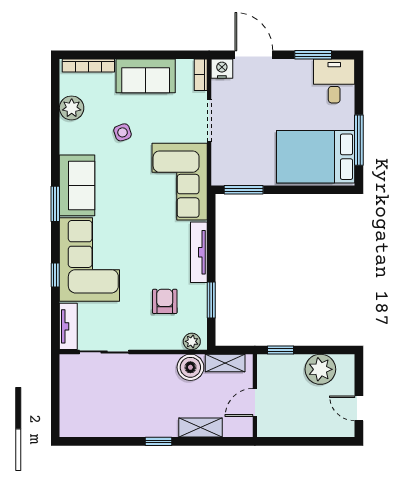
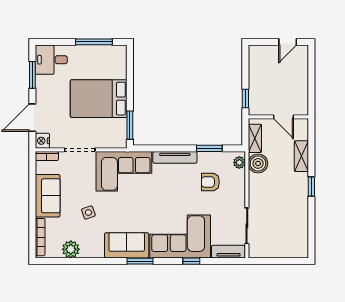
bed: (316, 157) -> (99, 99), moved, turned 90
plant: (320, 369) -> (259, 70), removed

